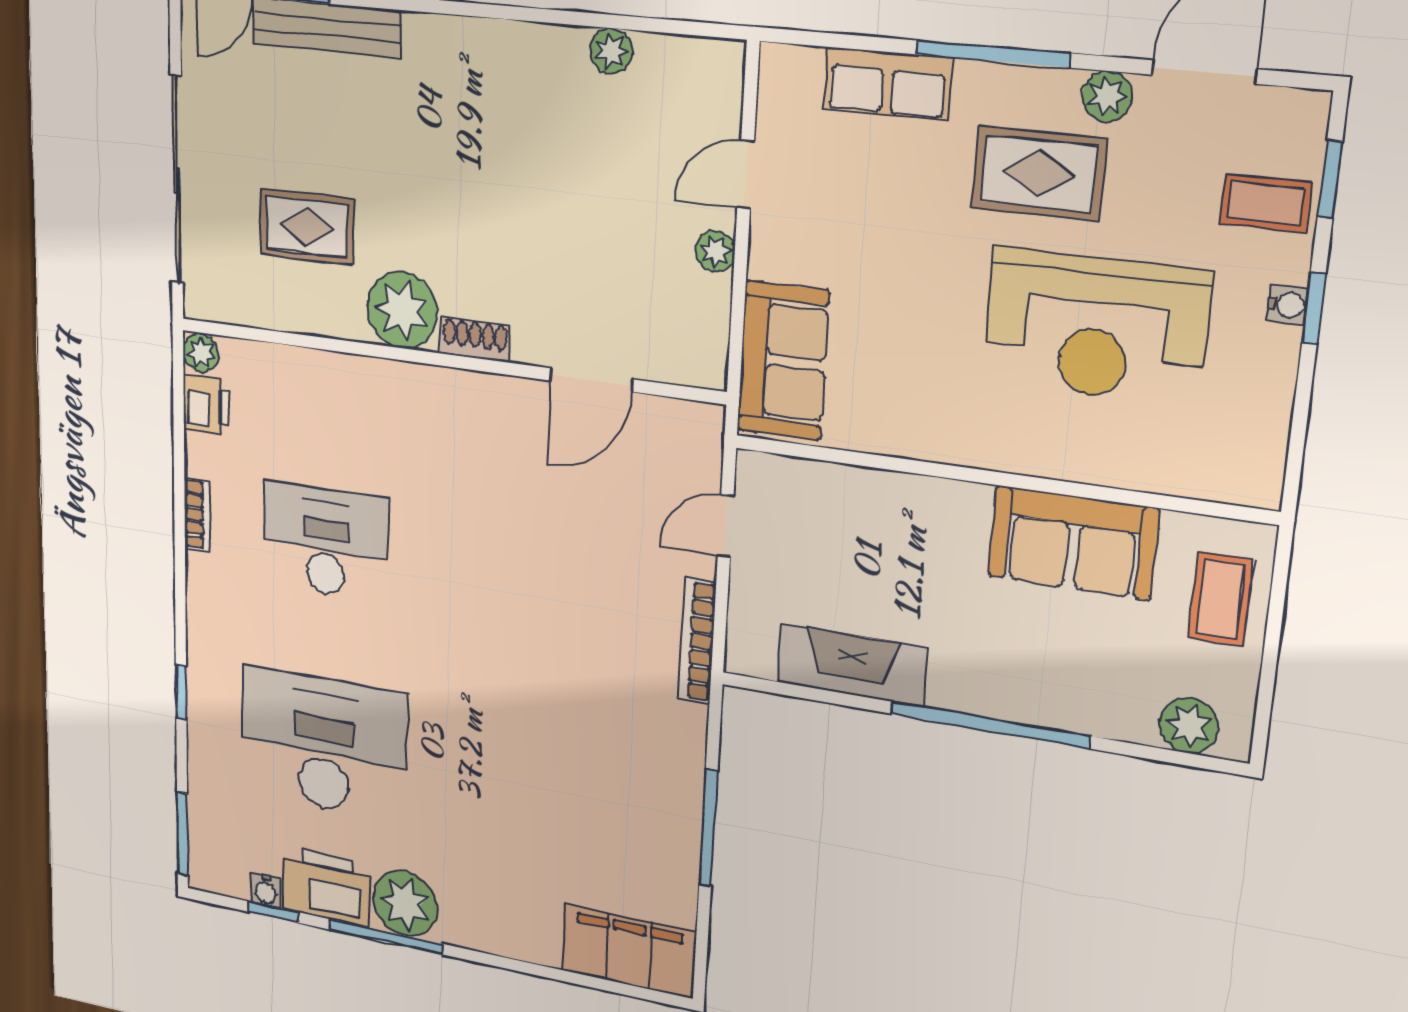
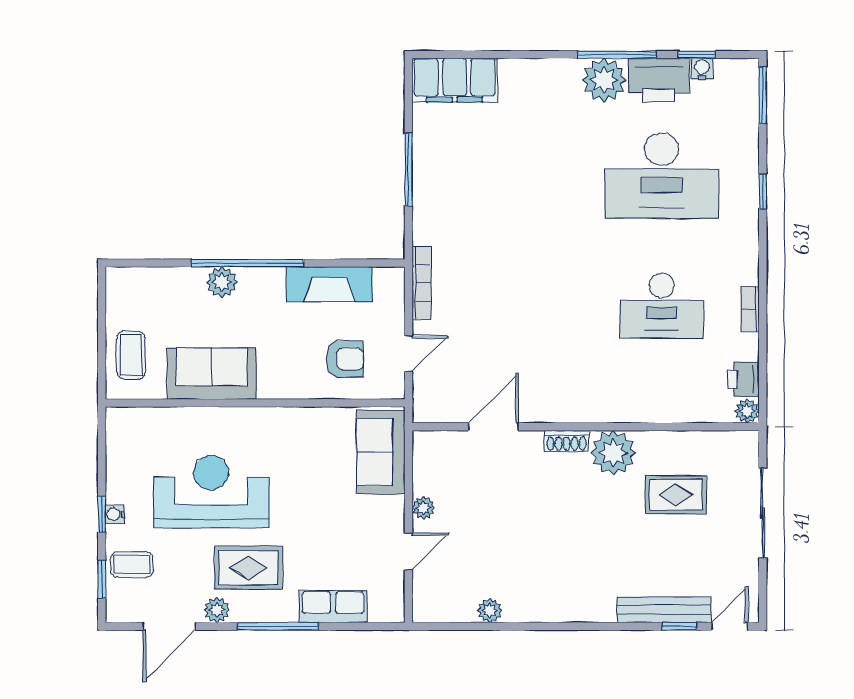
sliding door: (177, 181) -> (763, 513), width x0.73
armchair: (834, 533) -> (345, 359), added
plant: (1189, 726) -> (222, 282), moved

